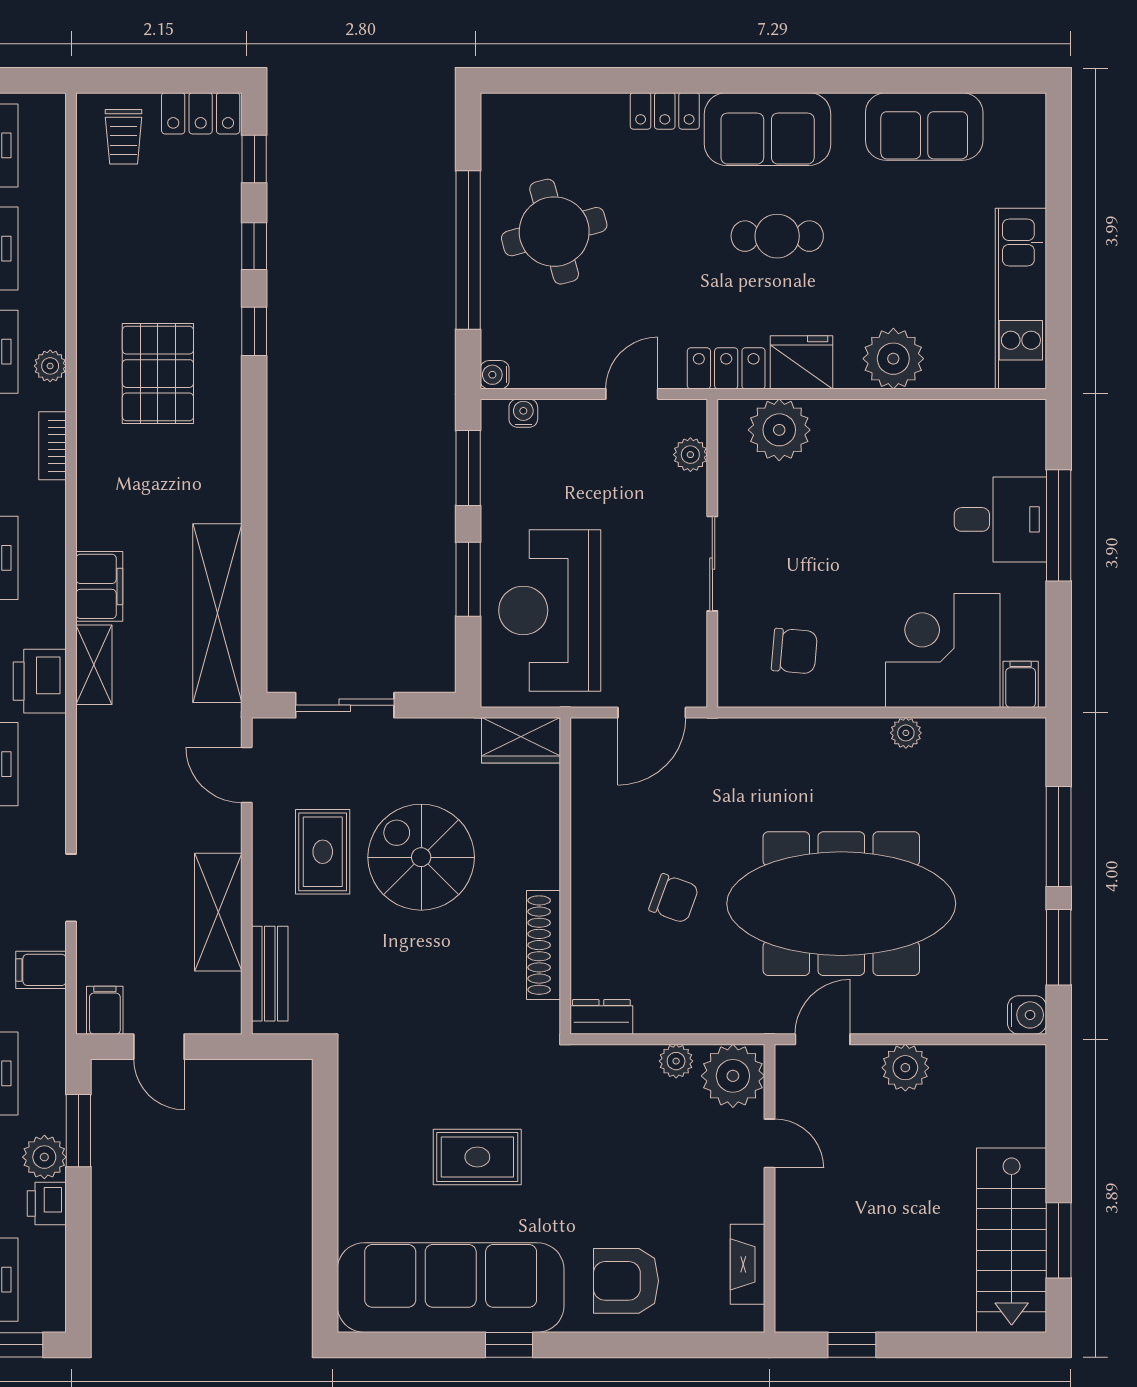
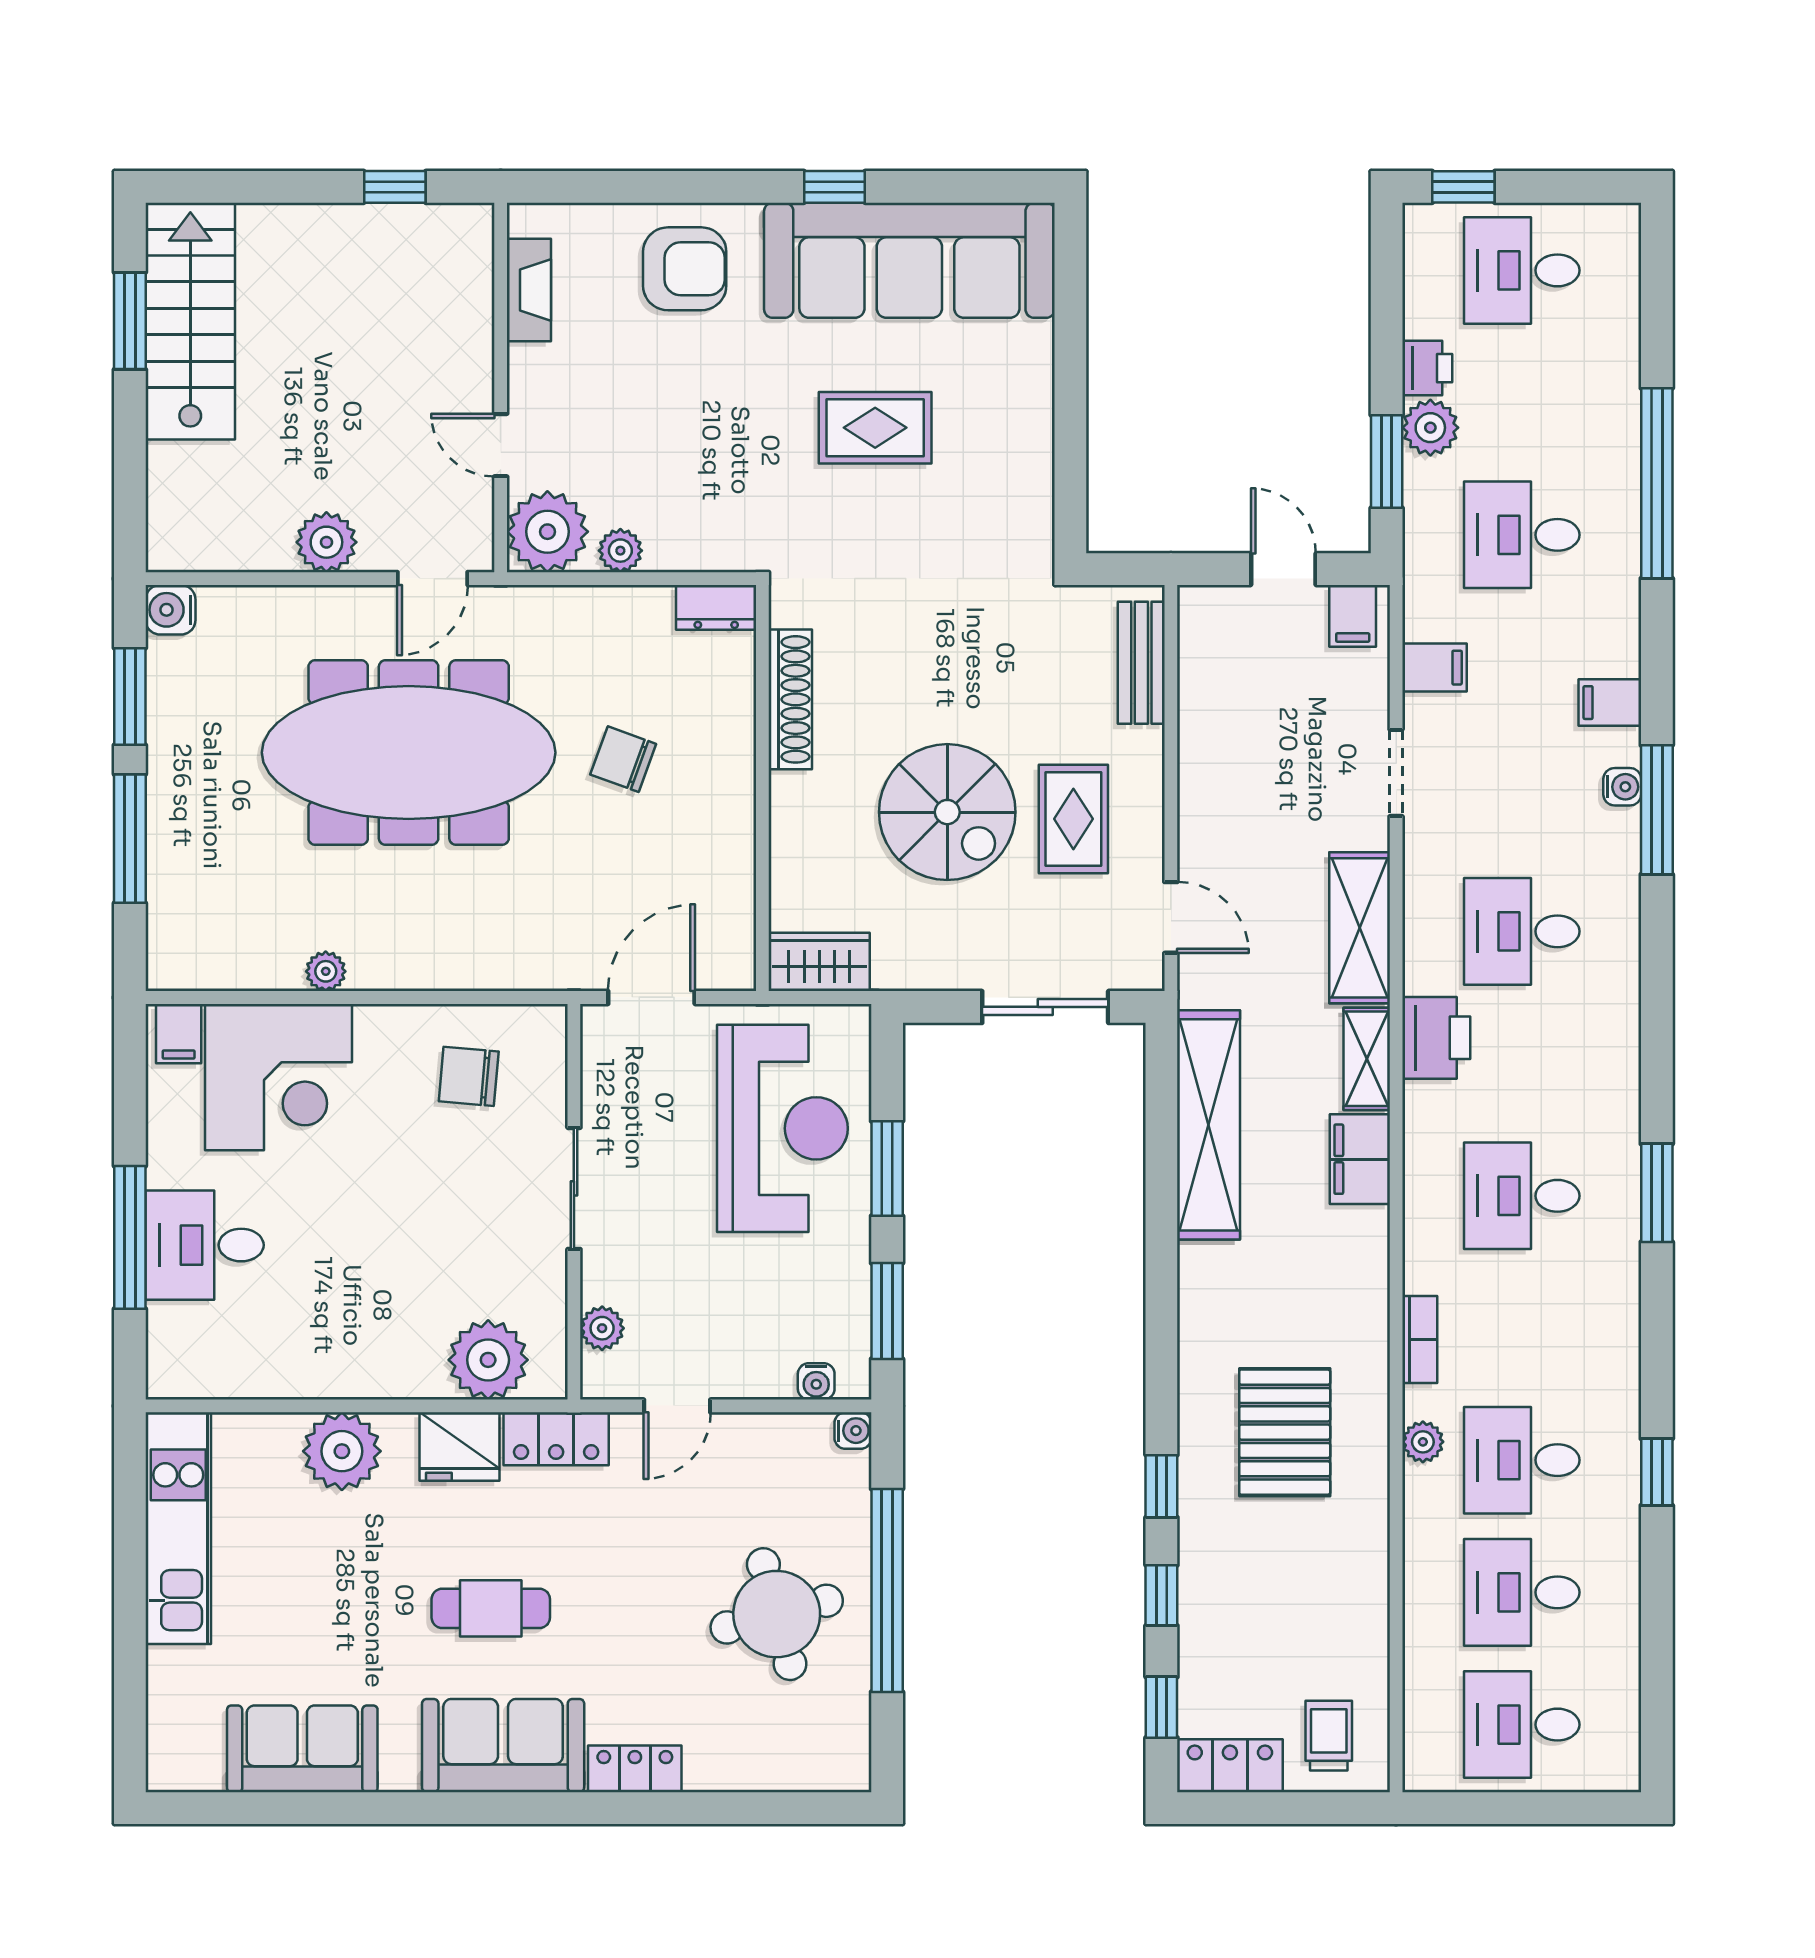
shelving: (218, 912) -> (1360, 928), moved

